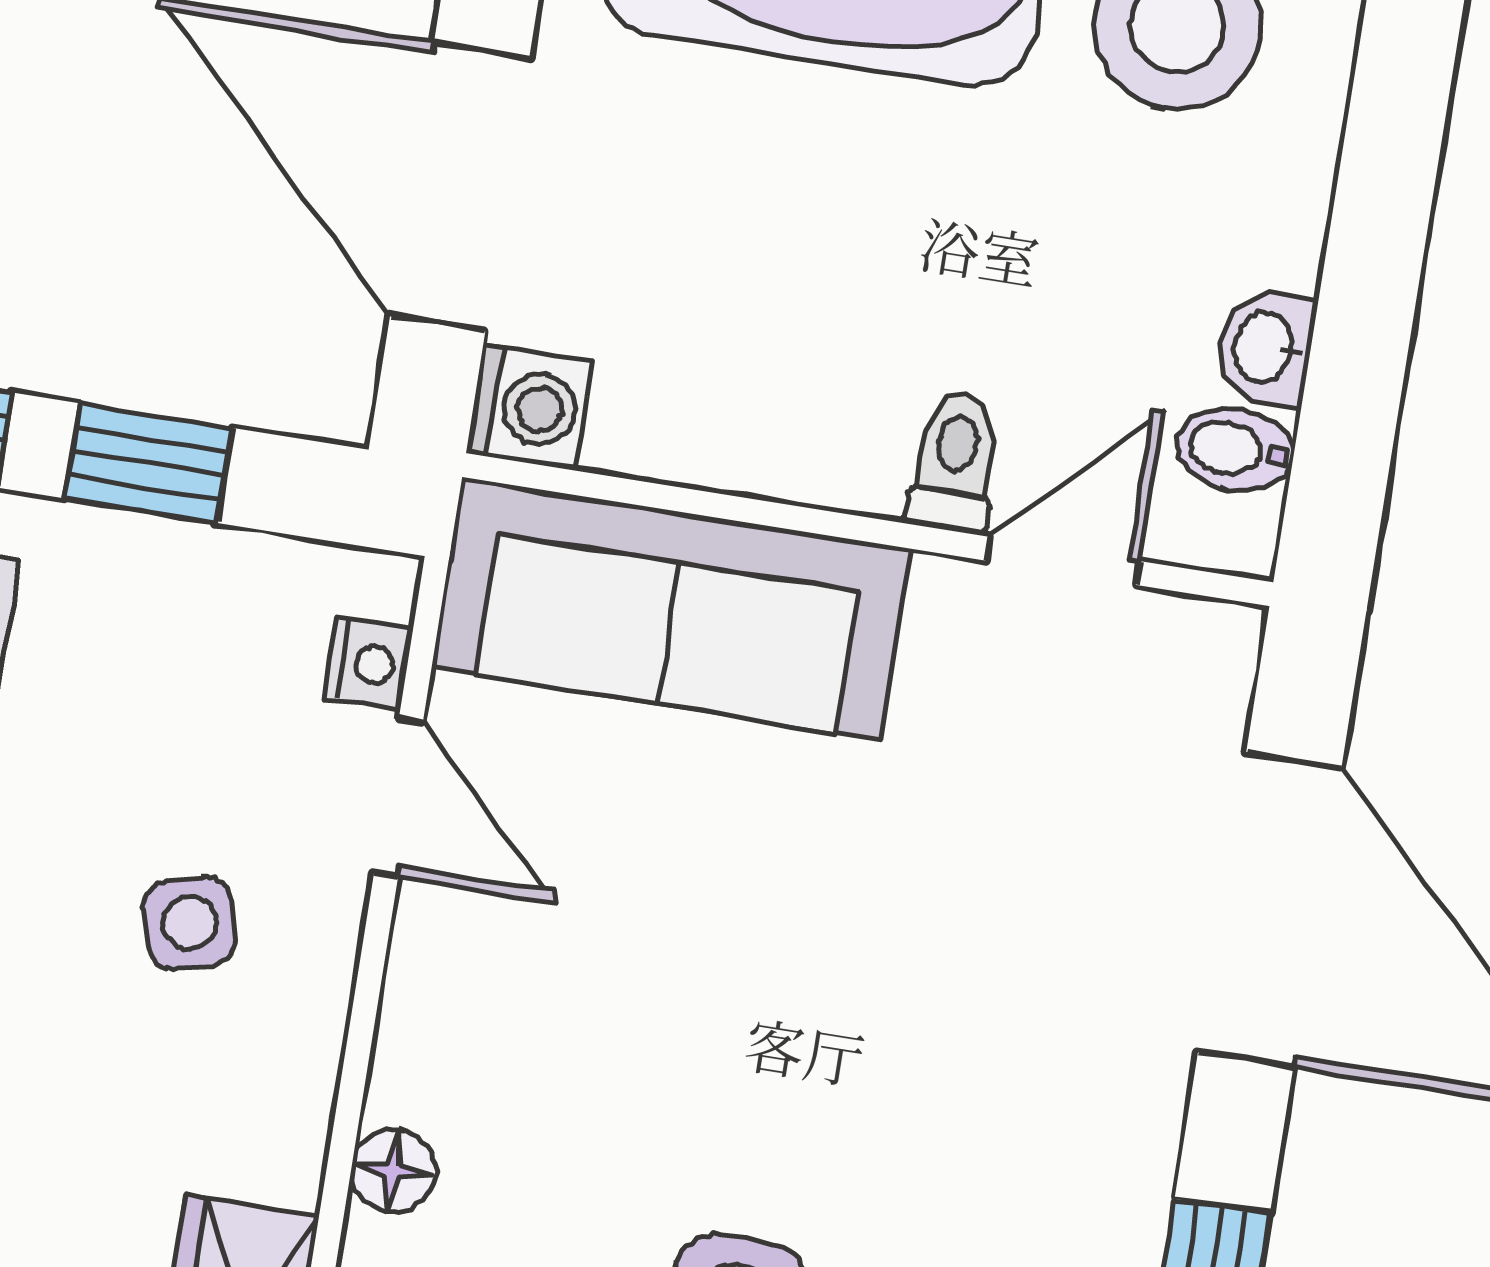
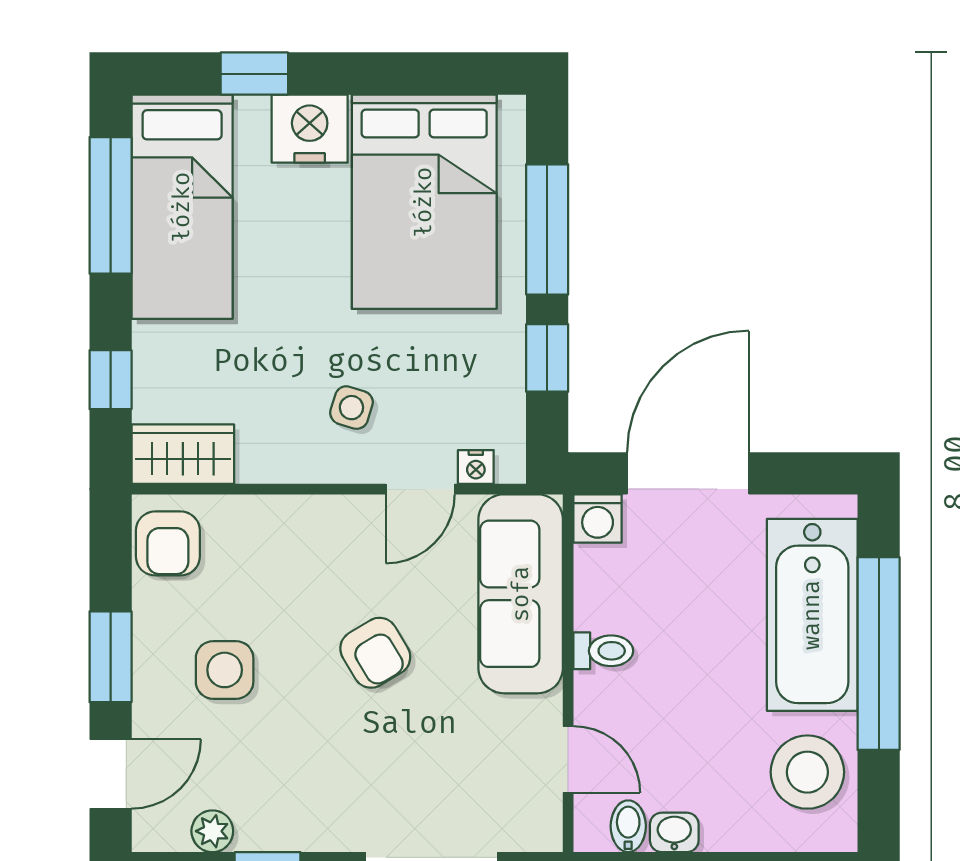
toilet: (955, 462) -> (603, 651), moved
side table: (190, 923) -> (351, 408), turned 33
armchair: (752, 958) -> (375, 653), added
floor lamp: (393, 1171) -> (258, 513), removed

